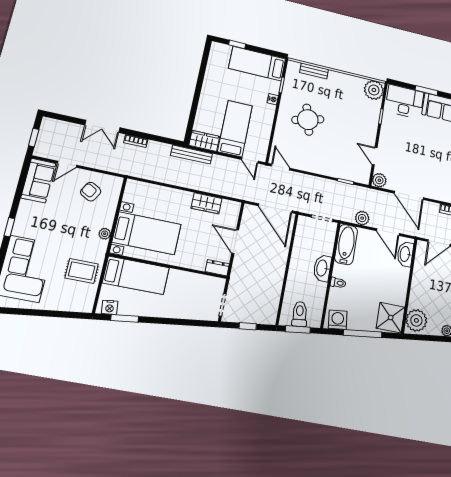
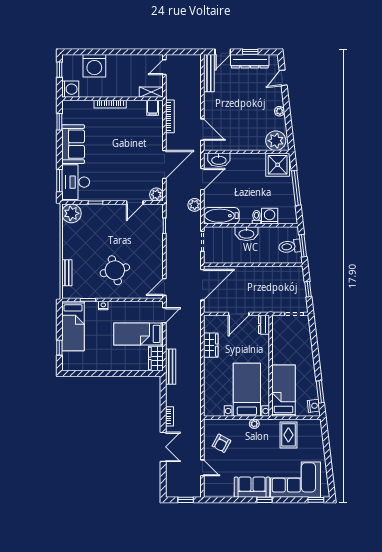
window: (426, 90) -> (59, 181), moved
sofa: (38, 181) -> (252, 487), moved
washing machine: (338, 320) -> (270, 216), moved, turned 97

